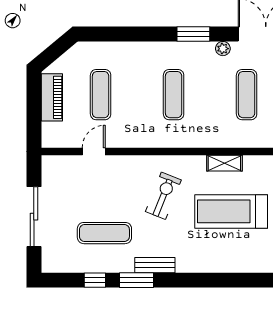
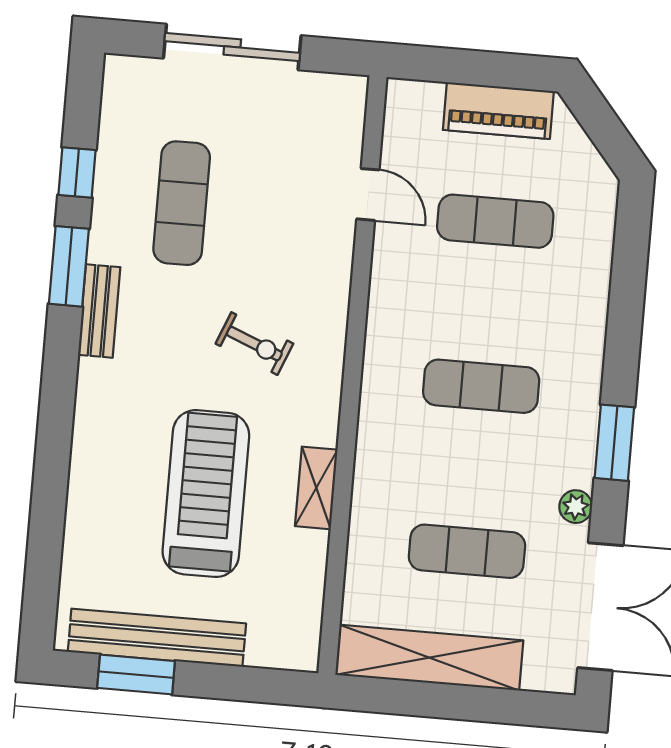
exercise bike: (163, 196) -> (254, 344), width x0.73, depth x0.72

